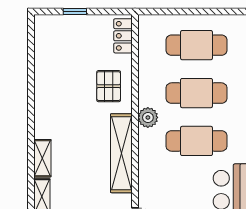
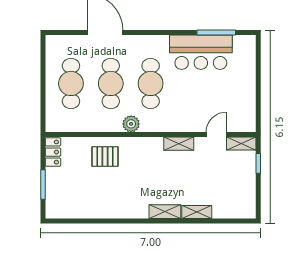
window: (75, 11) -> (43, 185), width x1.50
locker: (123, 36) -> (53, 152), moved, turned -90
shelving: (121, 153) -> (179, 144), width x0.45, depth x0.75

